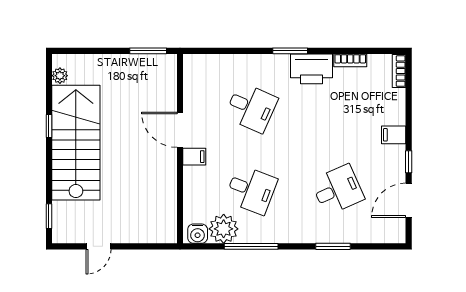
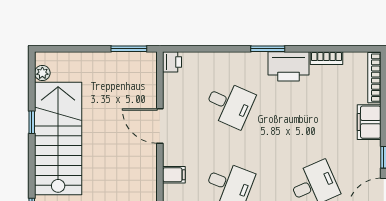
printer: (192, 64) -> (172, 62), added
bookcase: (399, 71) -> (374, 78), width x1.56
filing cabinet: (394, 135) -> (369, 122), width x2.00
filing cabinet: (194, 157) -> (174, 175), moved

